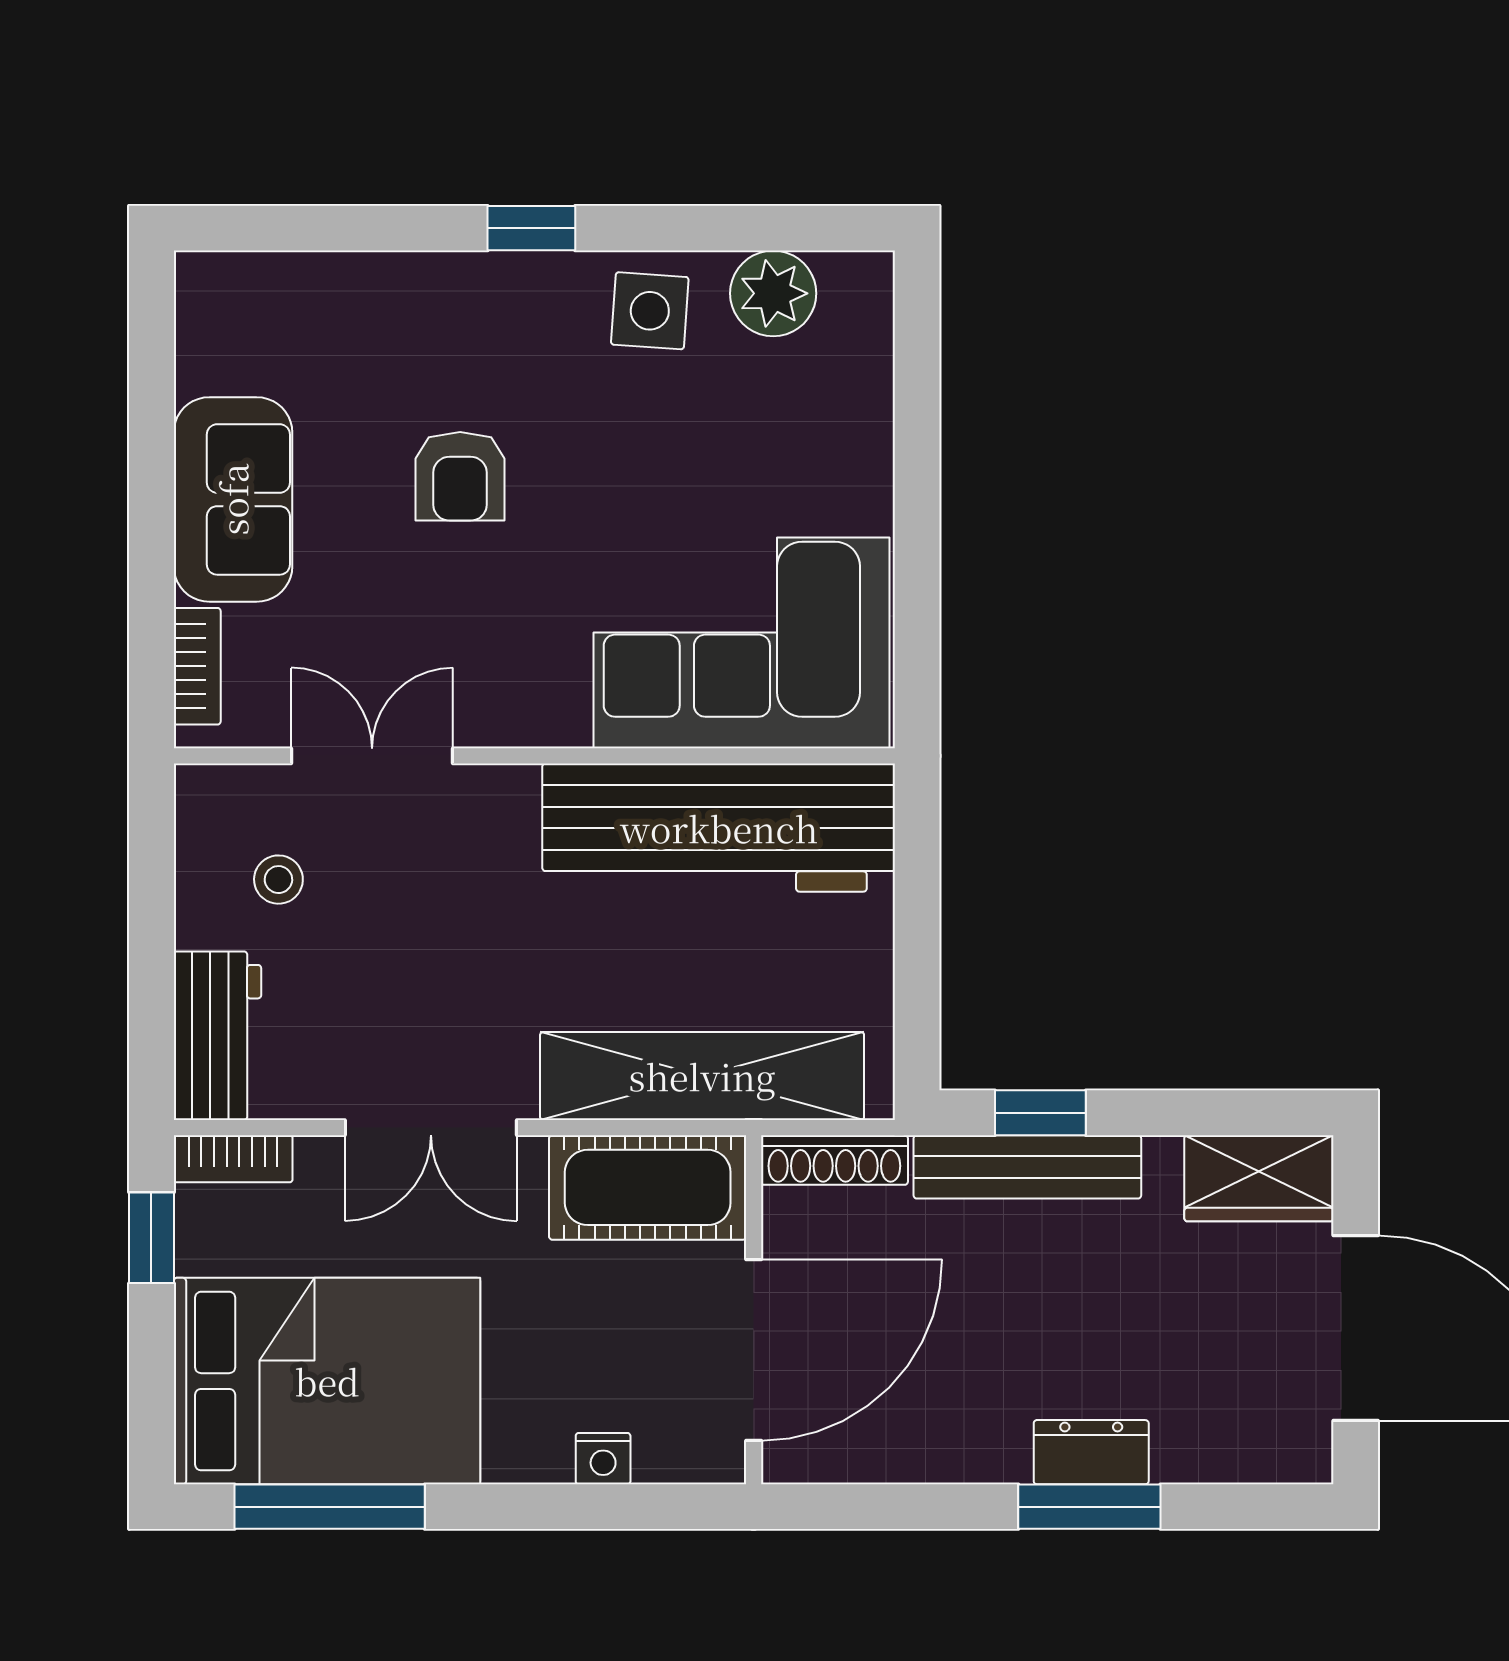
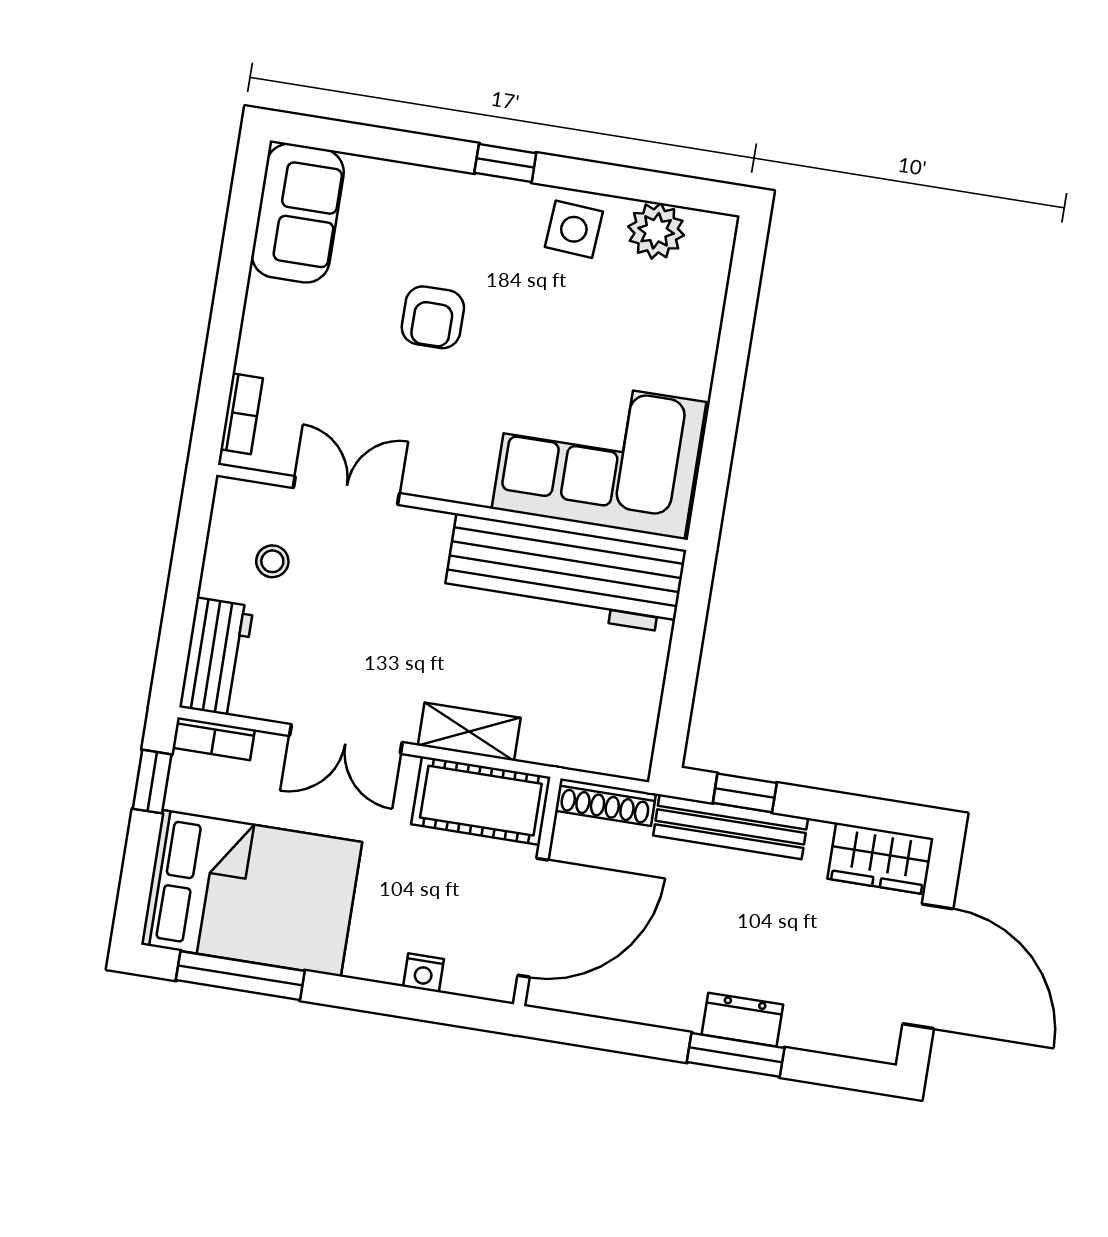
sofa: (233, 499) -> (298, 213), moved
shelving: (702, 1076) -> (469, 732), width x0.45, depth x0.75

